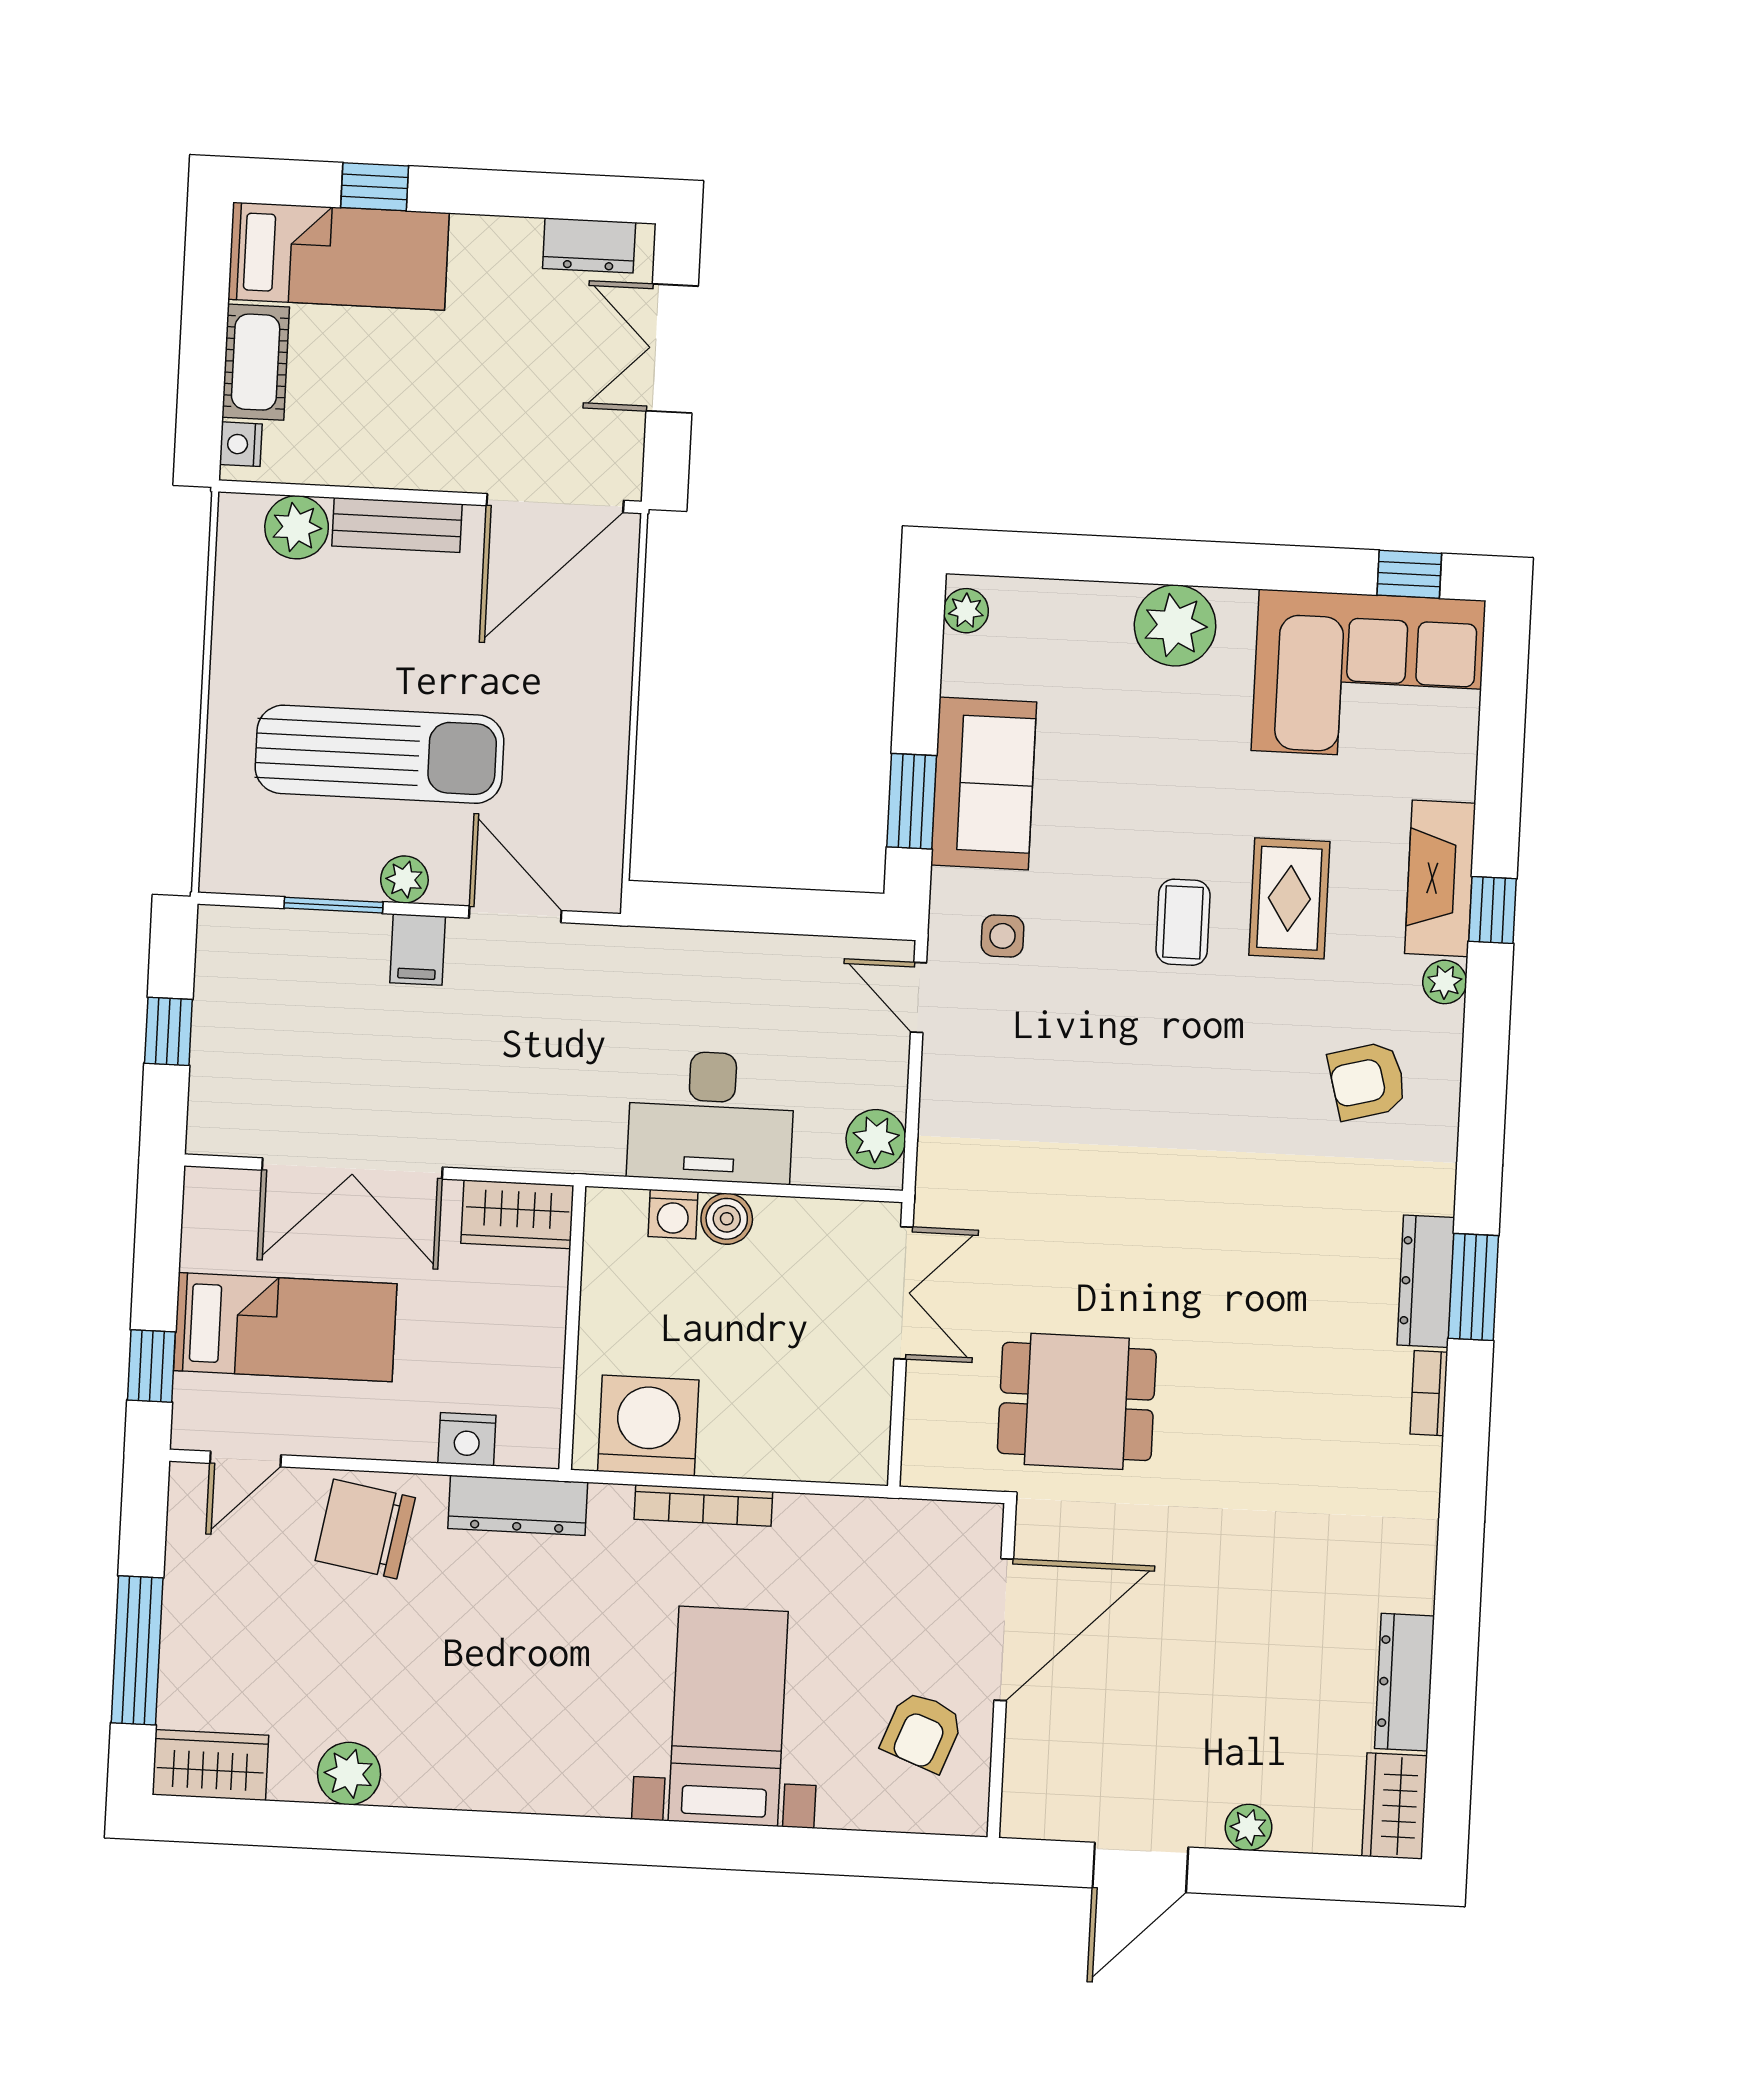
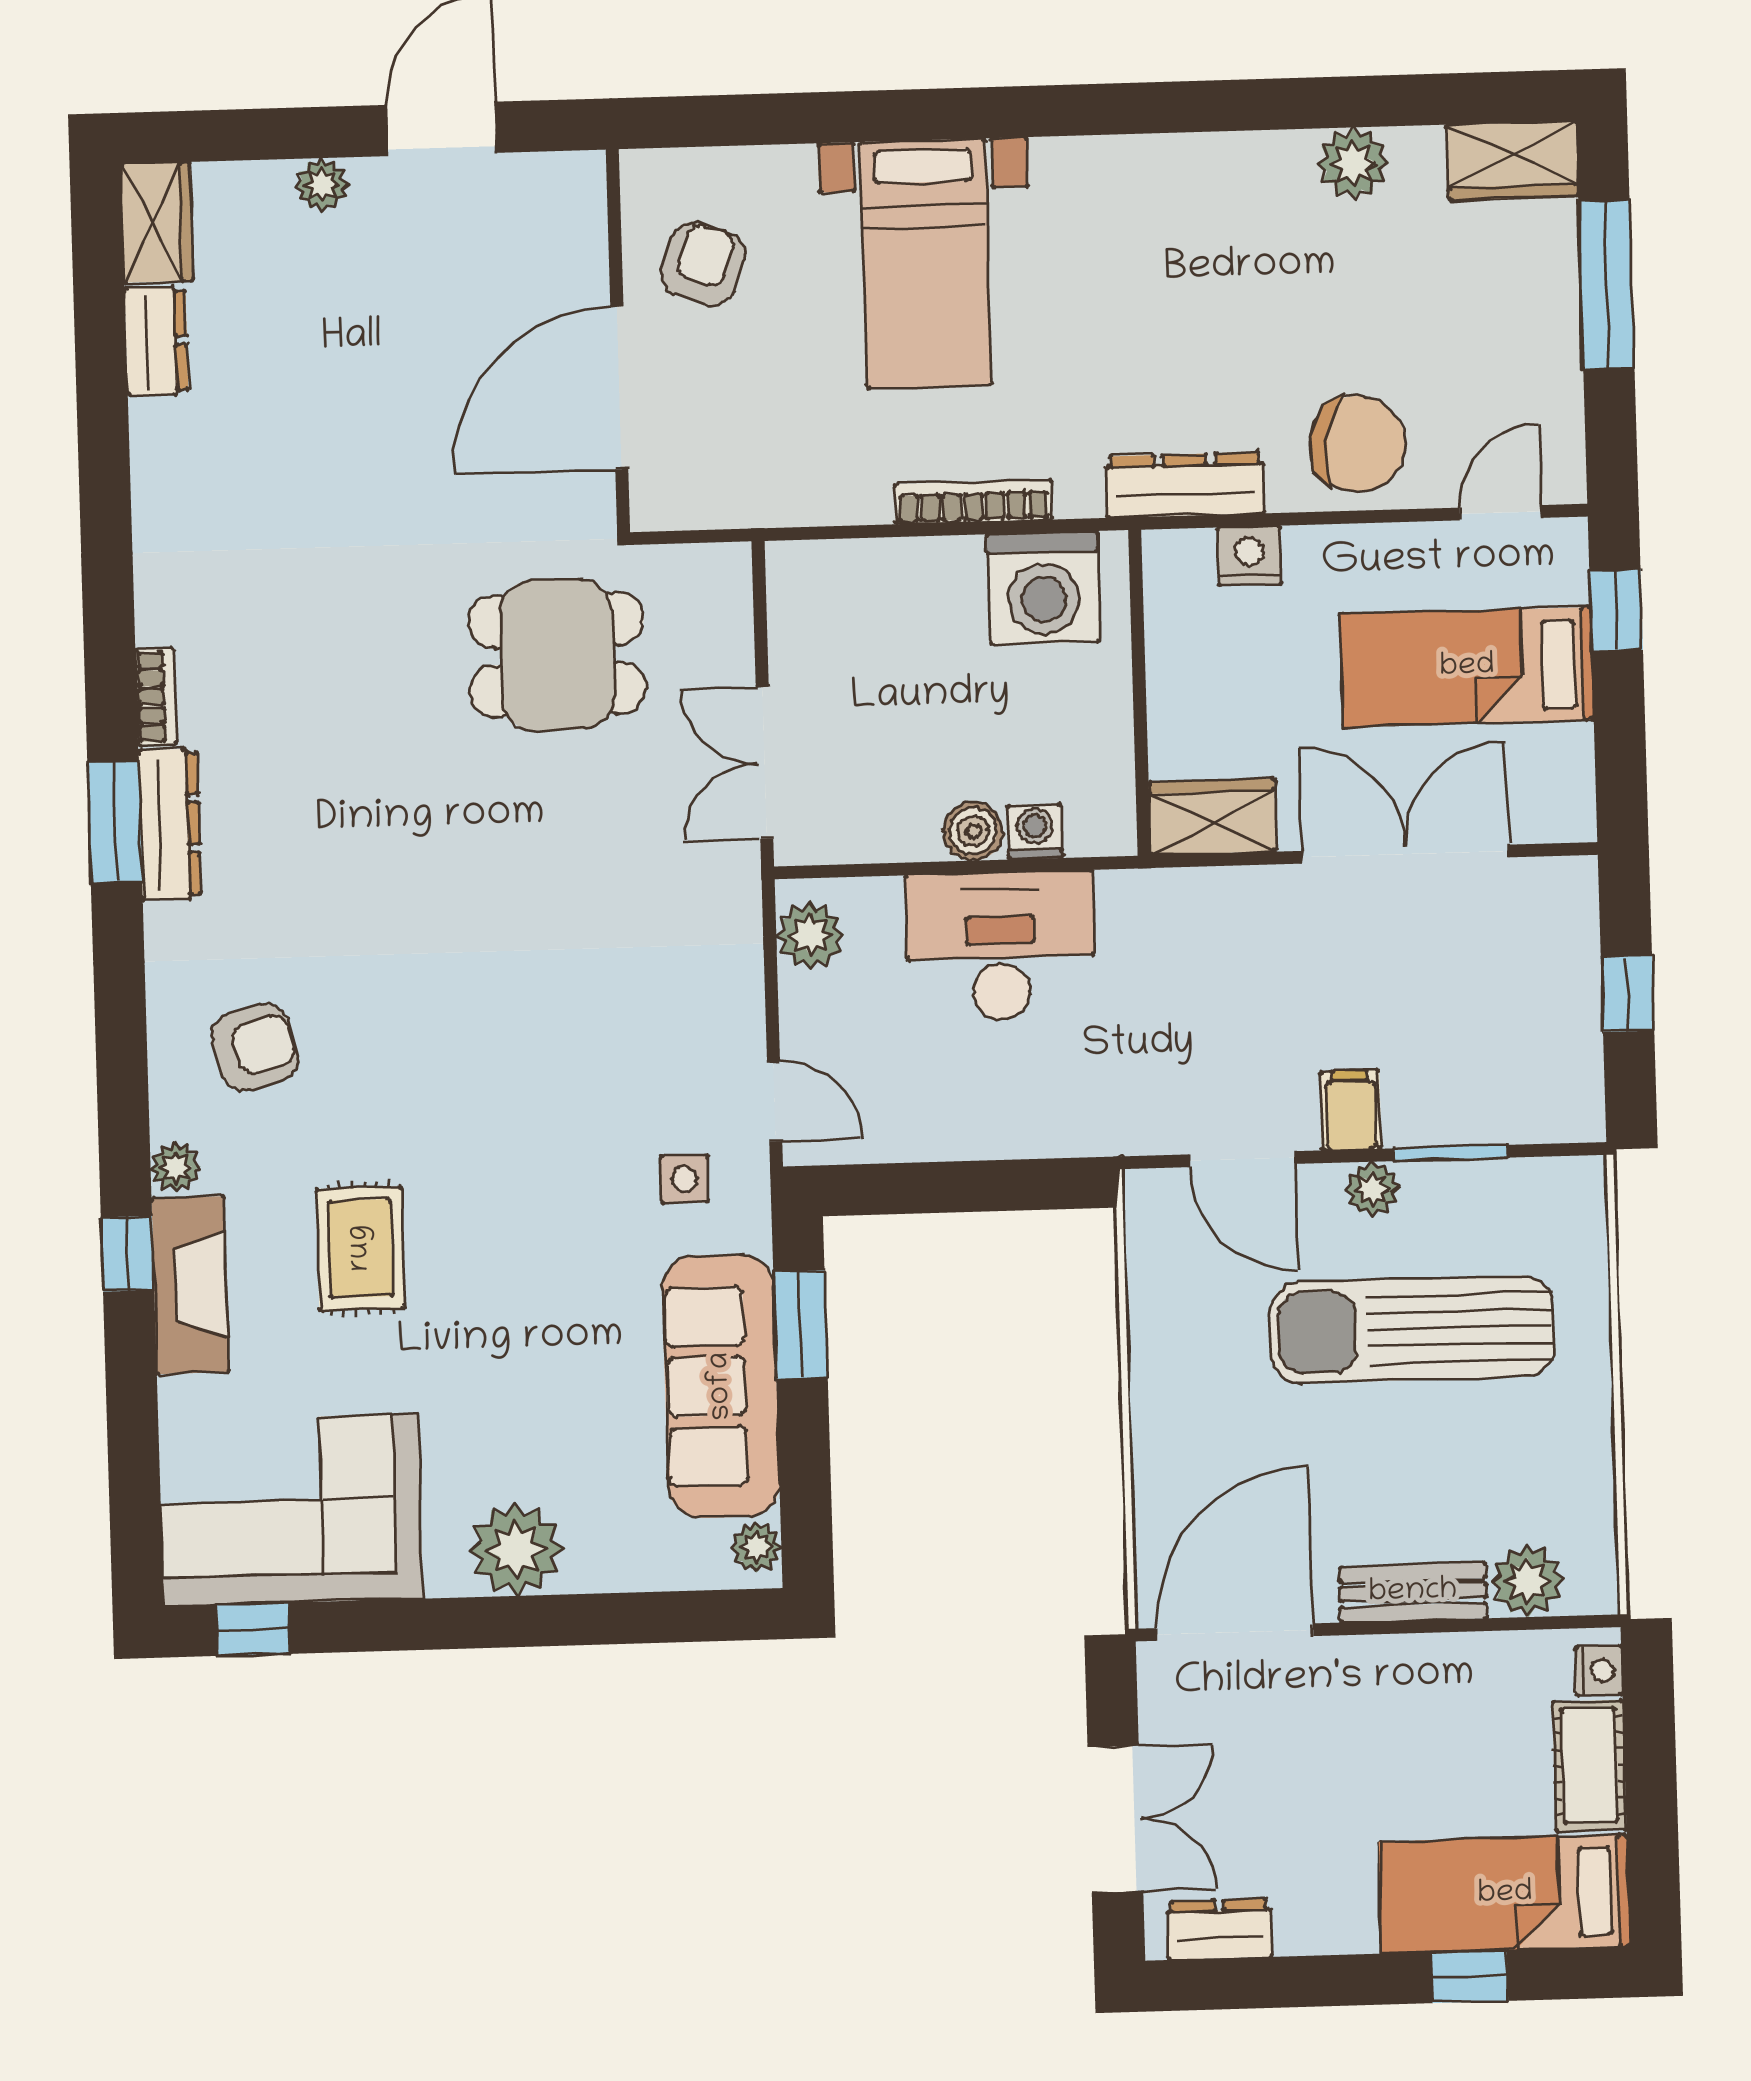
sofa: (984, 784) -> (721, 1386), width x1.36
coffee table: (1183, 922) -> (480, 1211), removed
dresser: (1405, 1682) -> (156, 341), width x0.70

